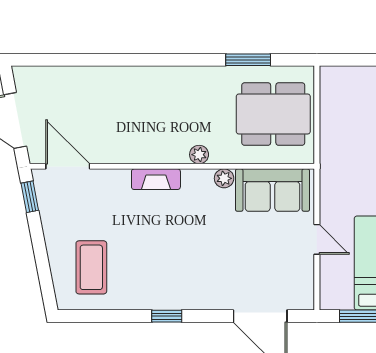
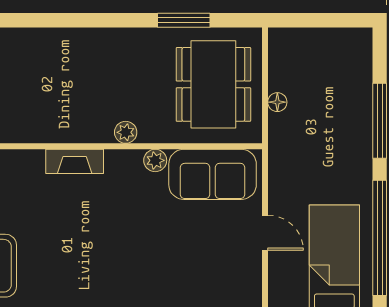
dining table: (273, 114) -> (213, 84), turned 90
floor lamp: (327, 129) -> (277, 102), added

